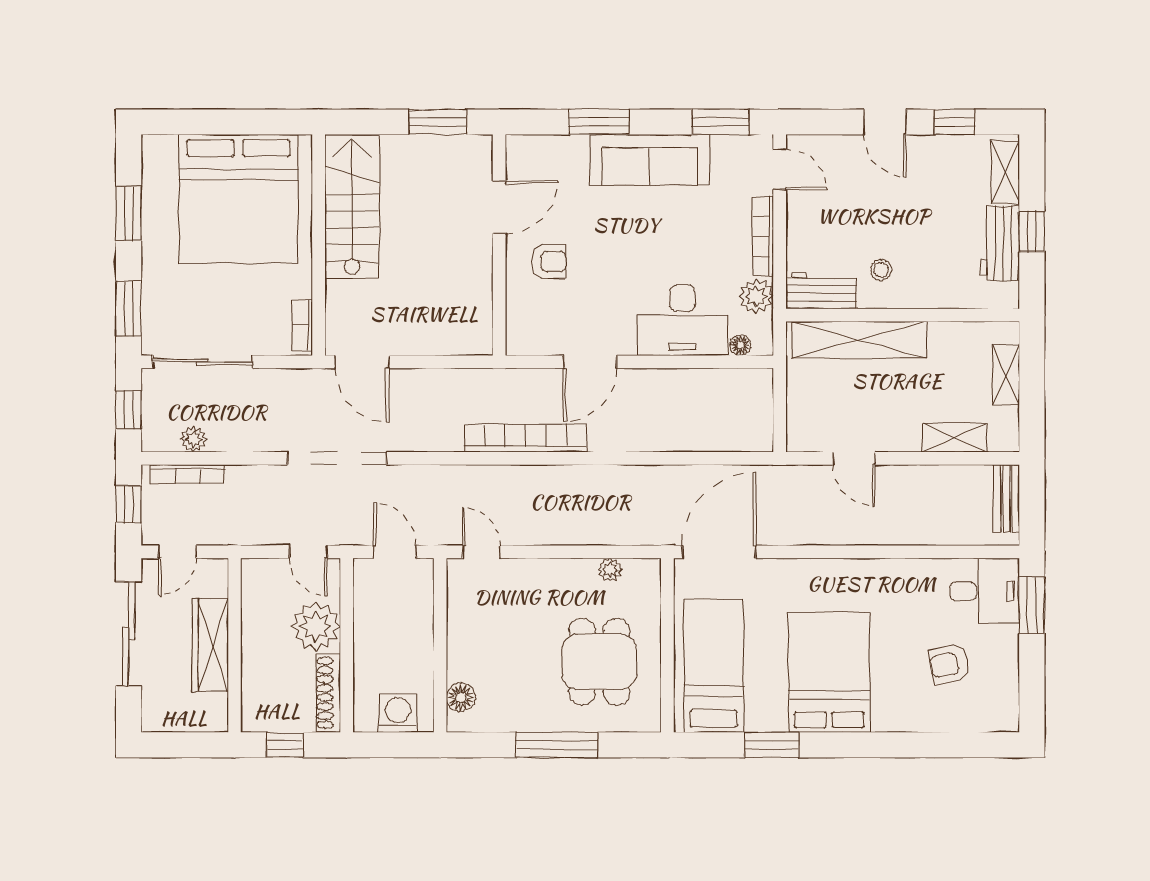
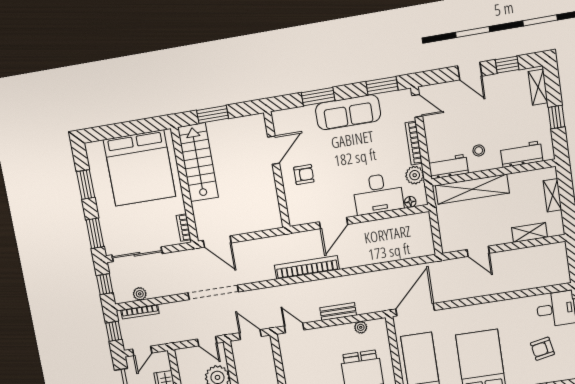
window: (438, 122) -> (213, 114), moved
workbench: (1000, 243) -> (522, 154), moved, turned 90
bench: (1006, 498) -> (338, 312), moved, turned 90

